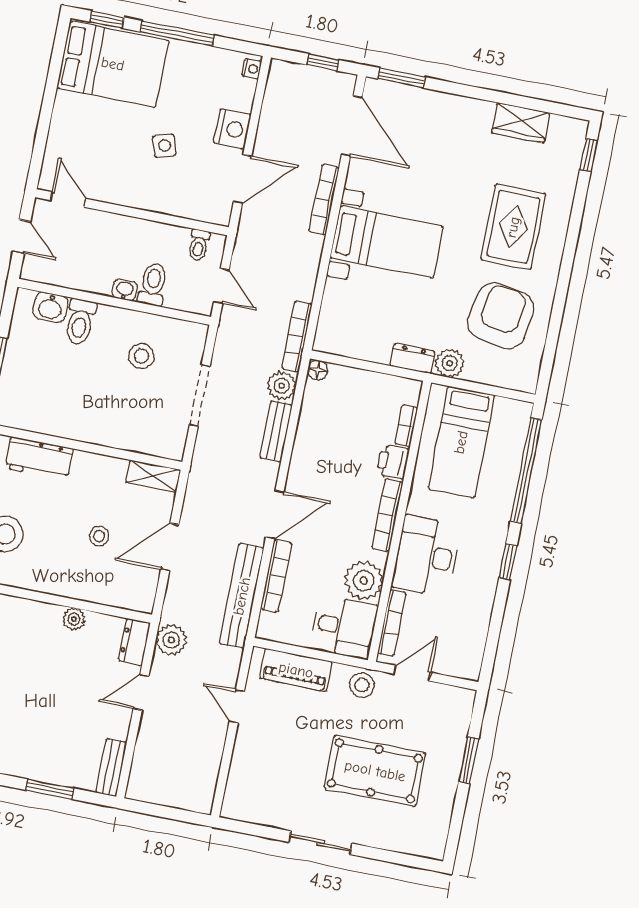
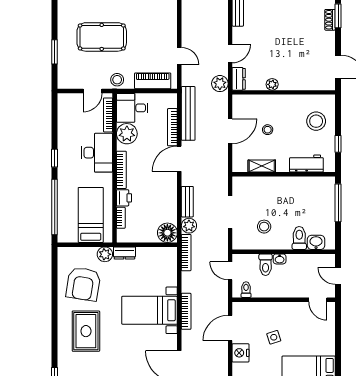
bookcase: (324, 200) -> (186, 311), moved
floor lamp: (318, 370) -> (167, 233), width x1.89, depth x1.89
shelving: (153, 476) -> (262, 166), moved

